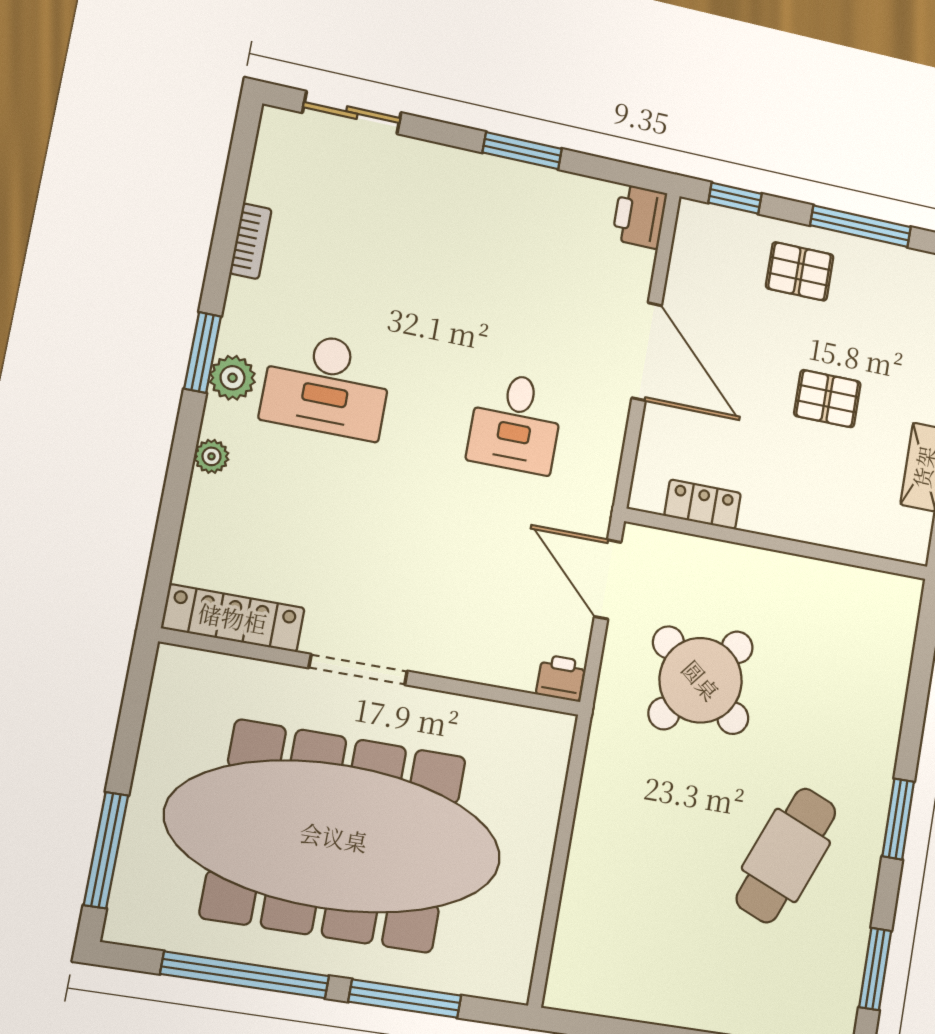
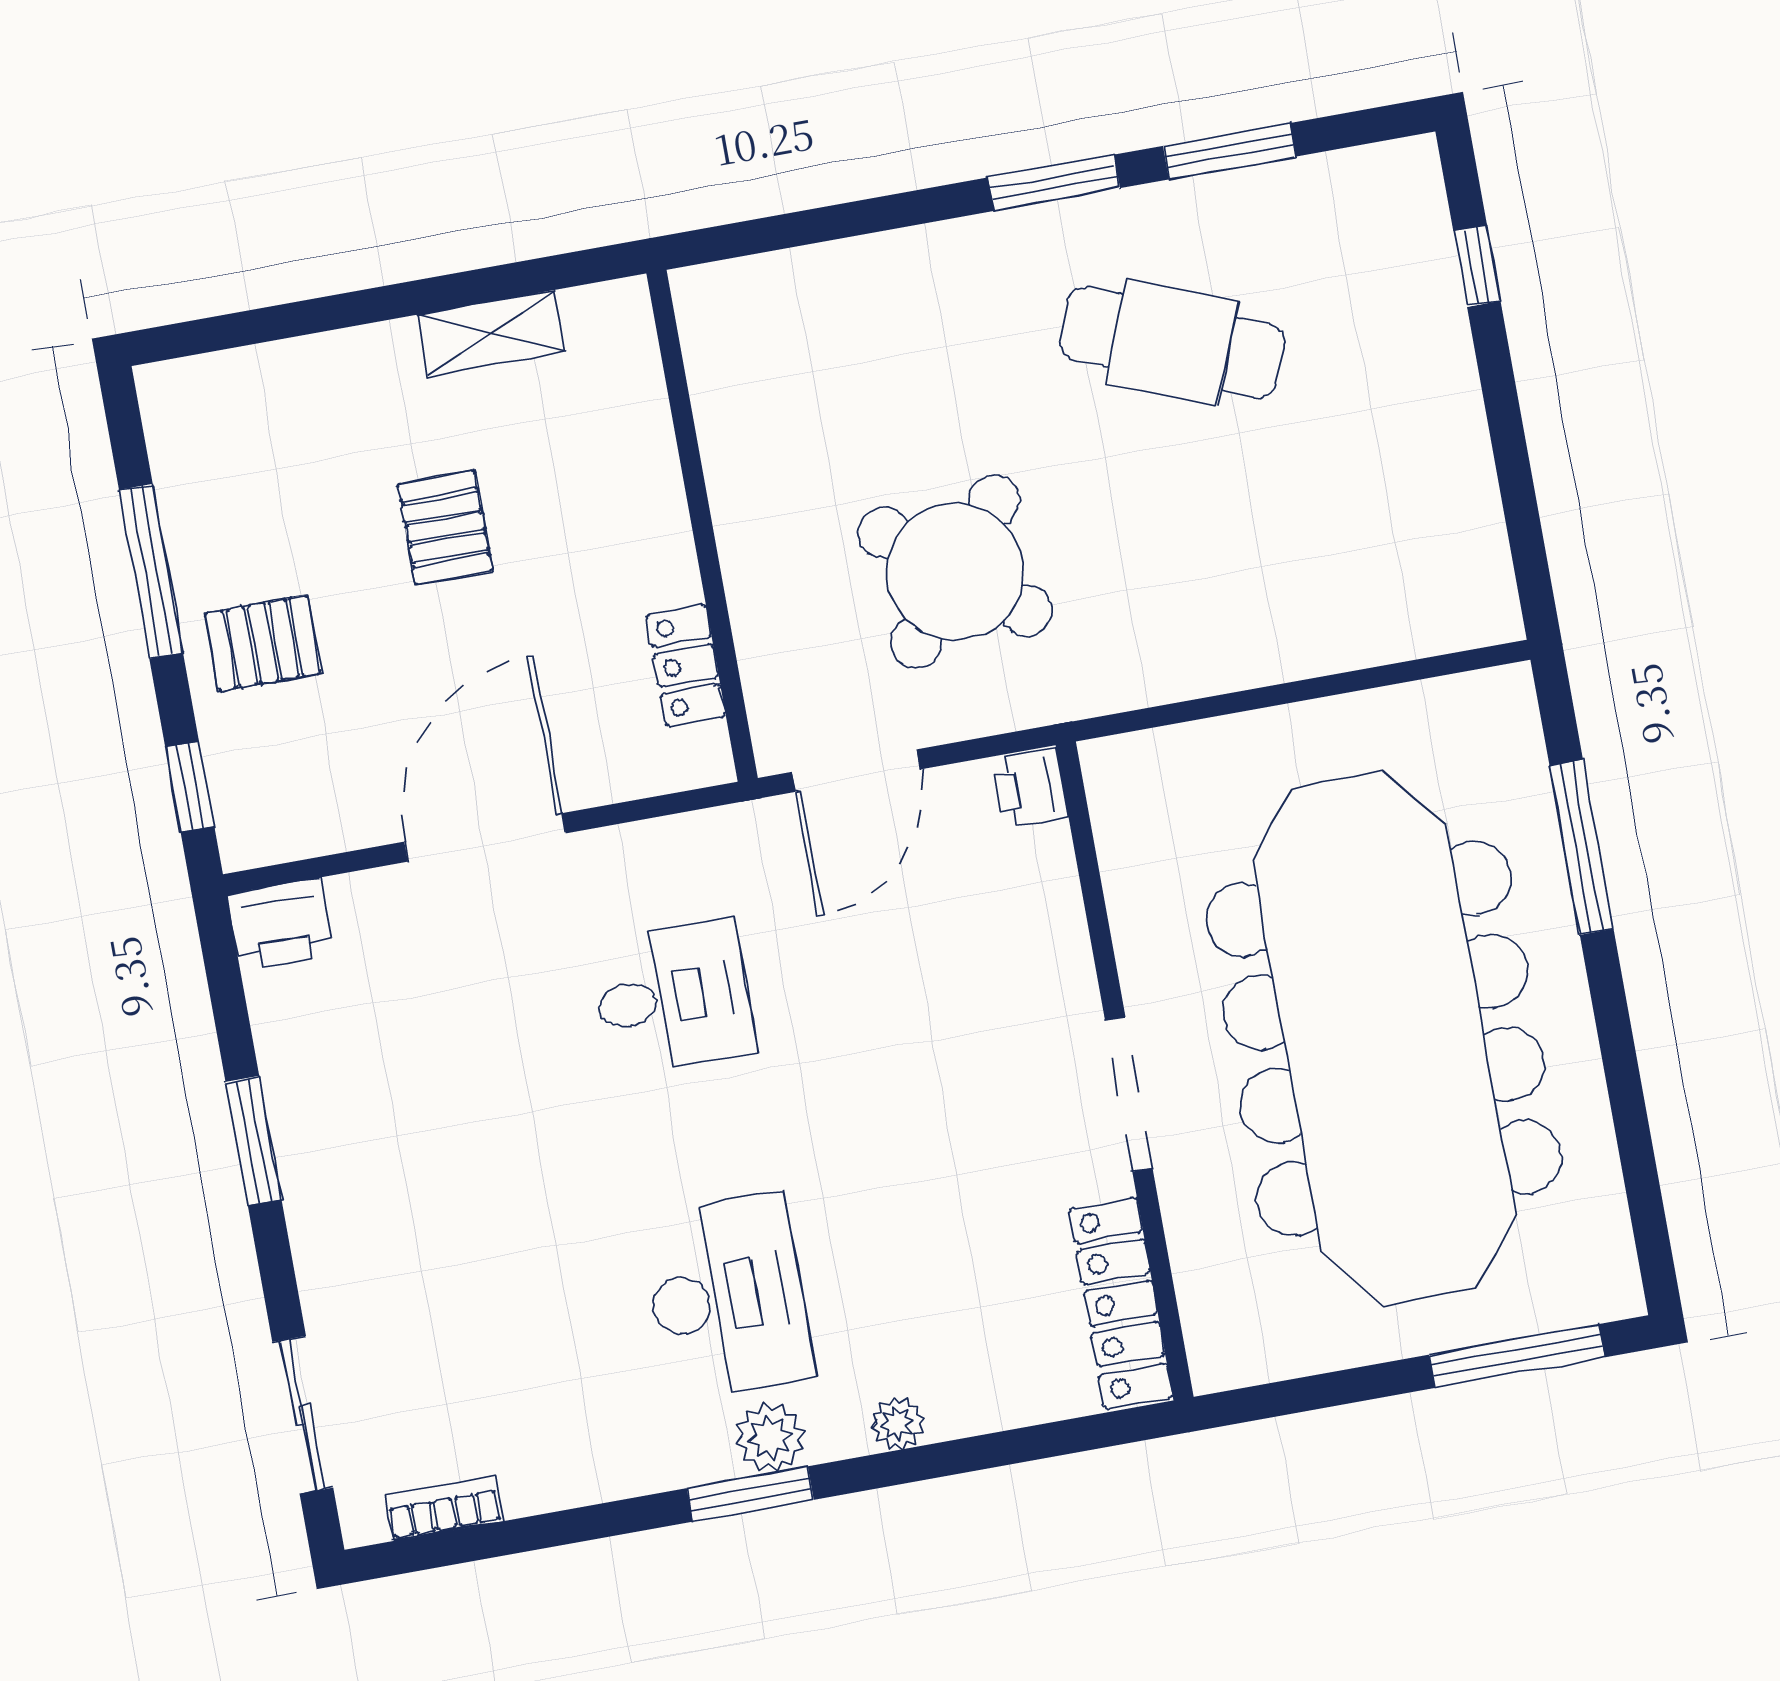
bookcase: (251, 241) -> (444, 1509), moved
pallet: (800, 271) -> (263, 643), turned 90
window: (875, 969) -> (1229, 151), moved
window: (245, 975) -> (1626, 1092), removed

